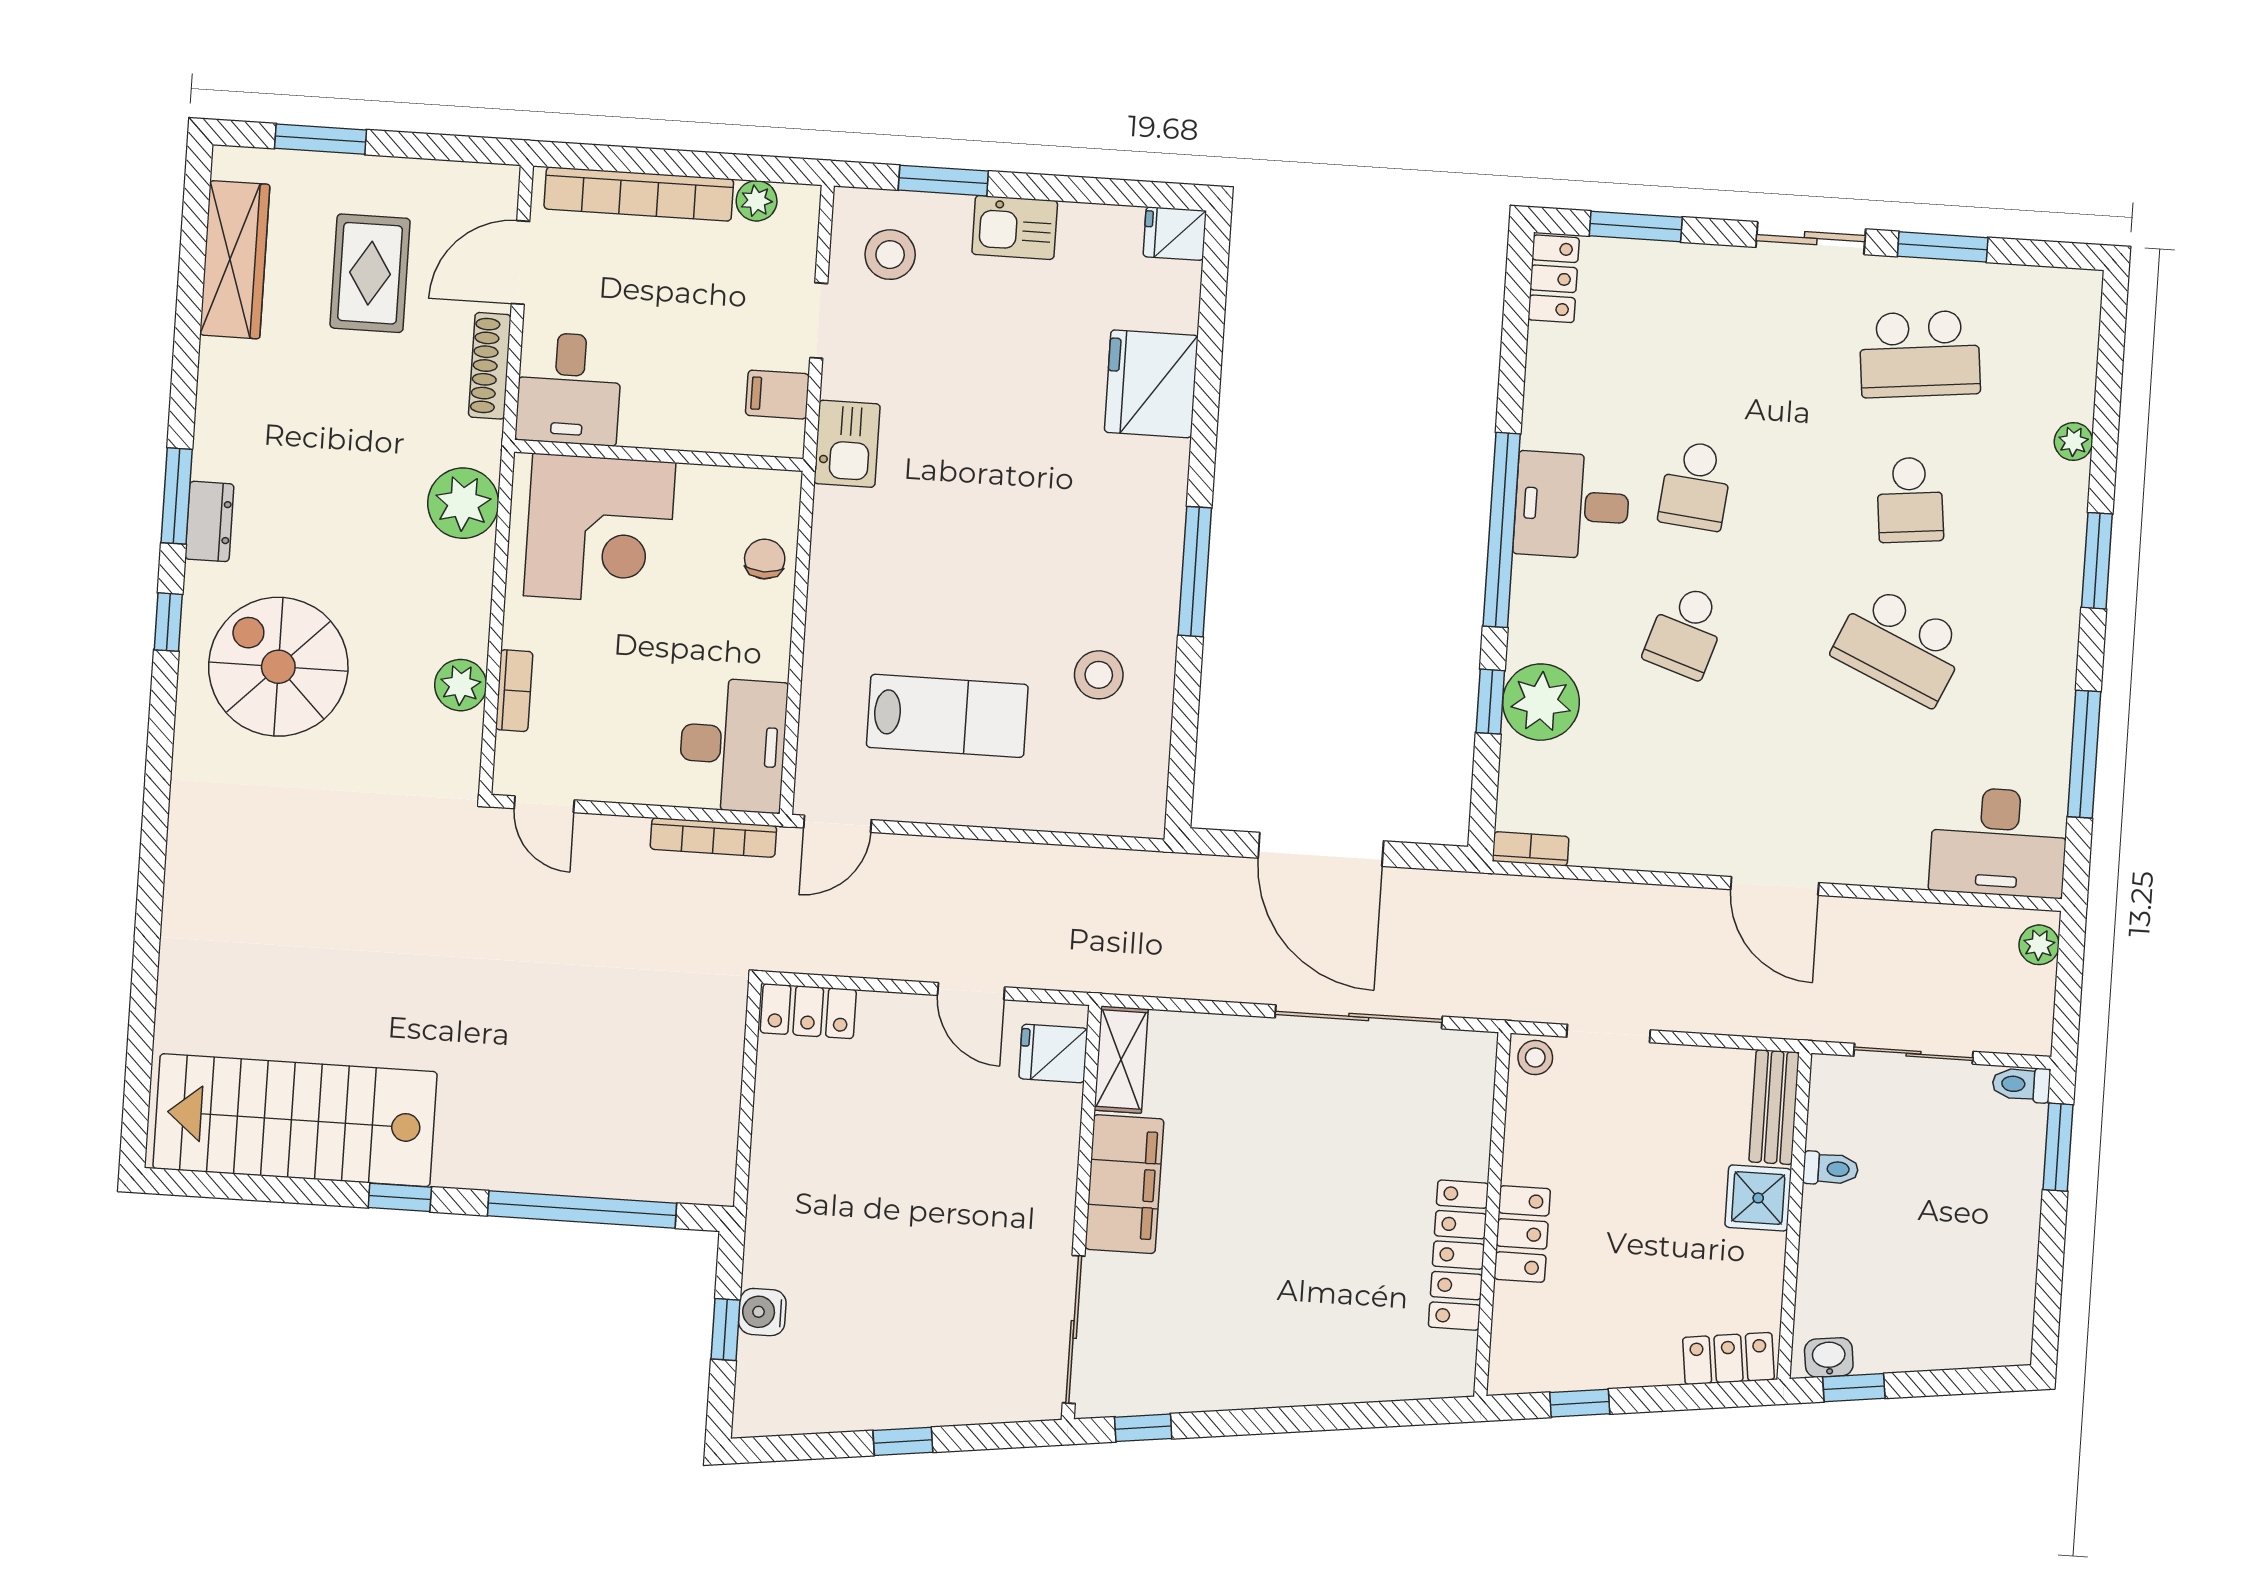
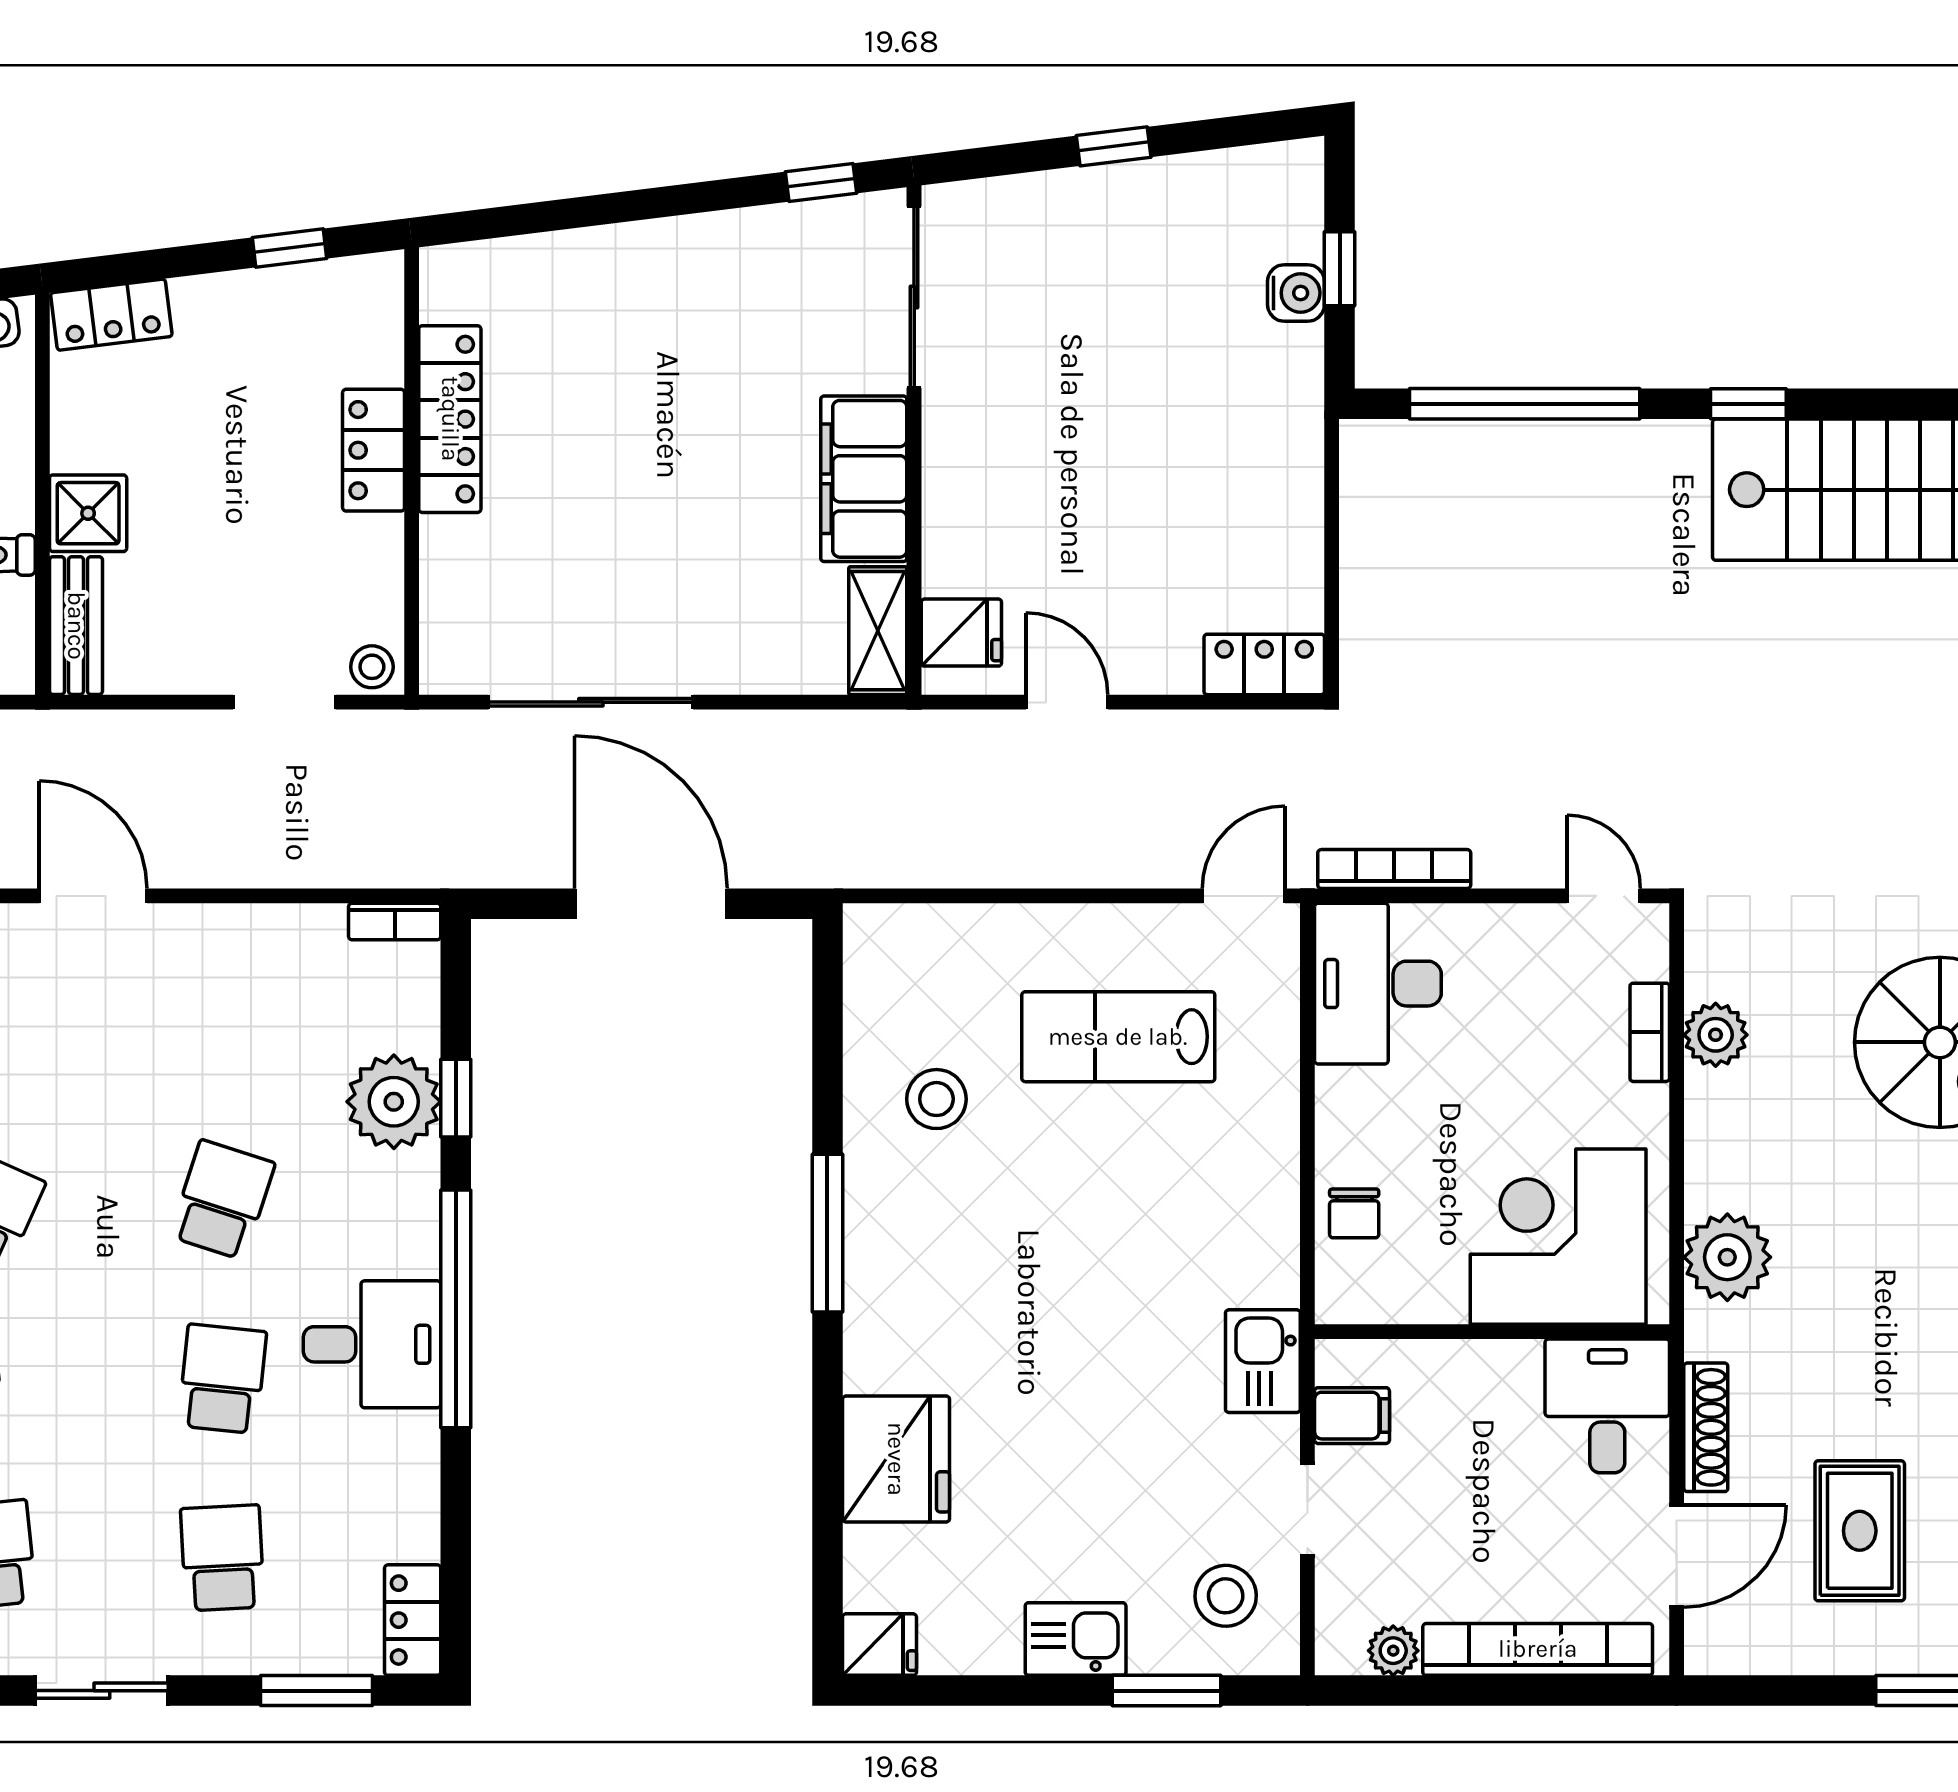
school desk: (1705, 340) -> (222, 1558), added

